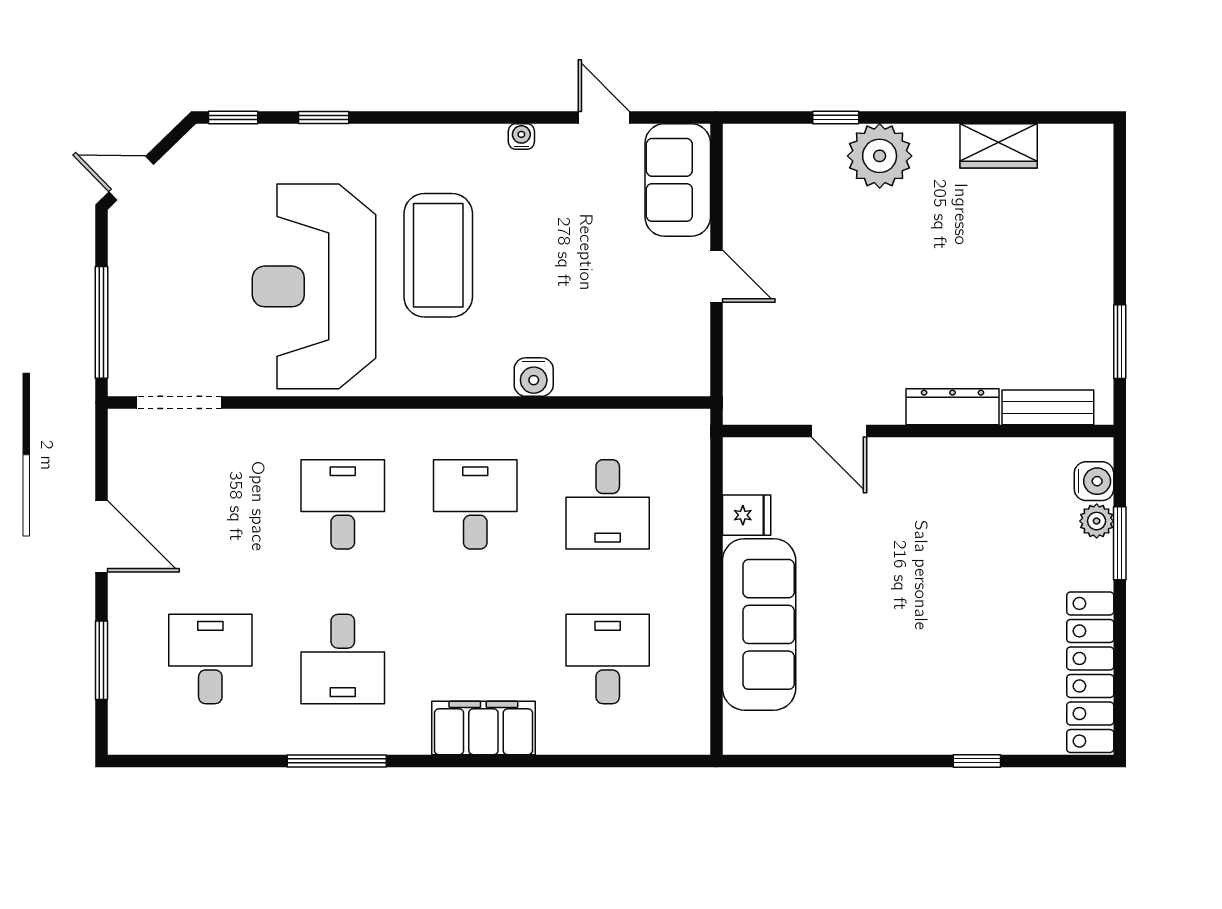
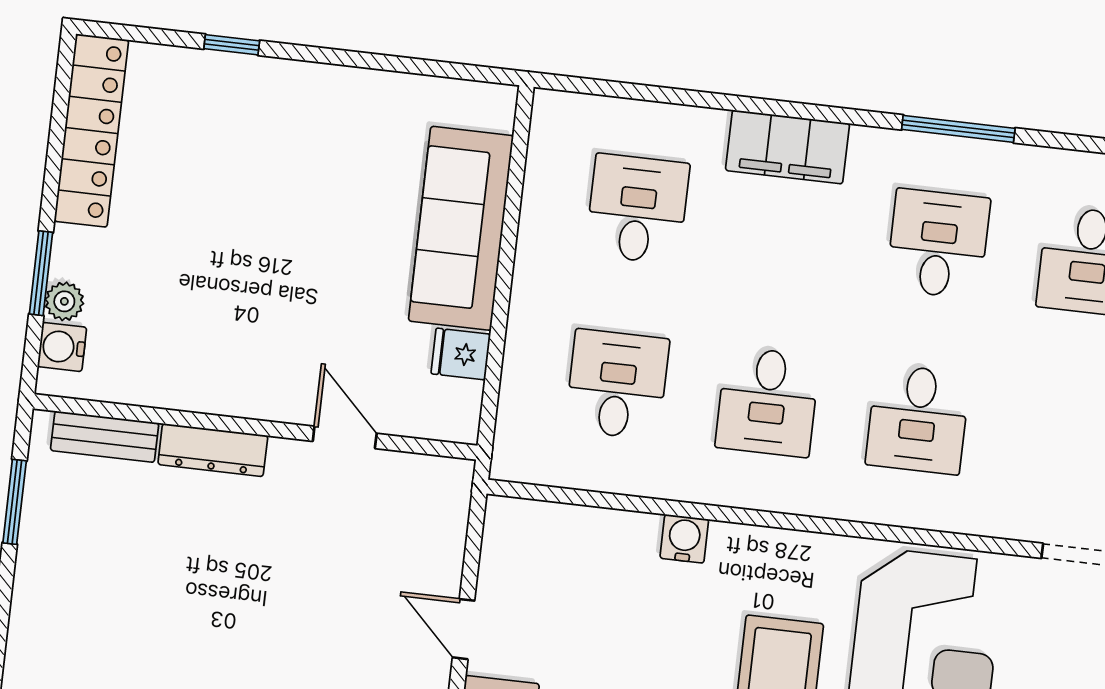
desk: (608, 659) -> (637, 209), turned 180

